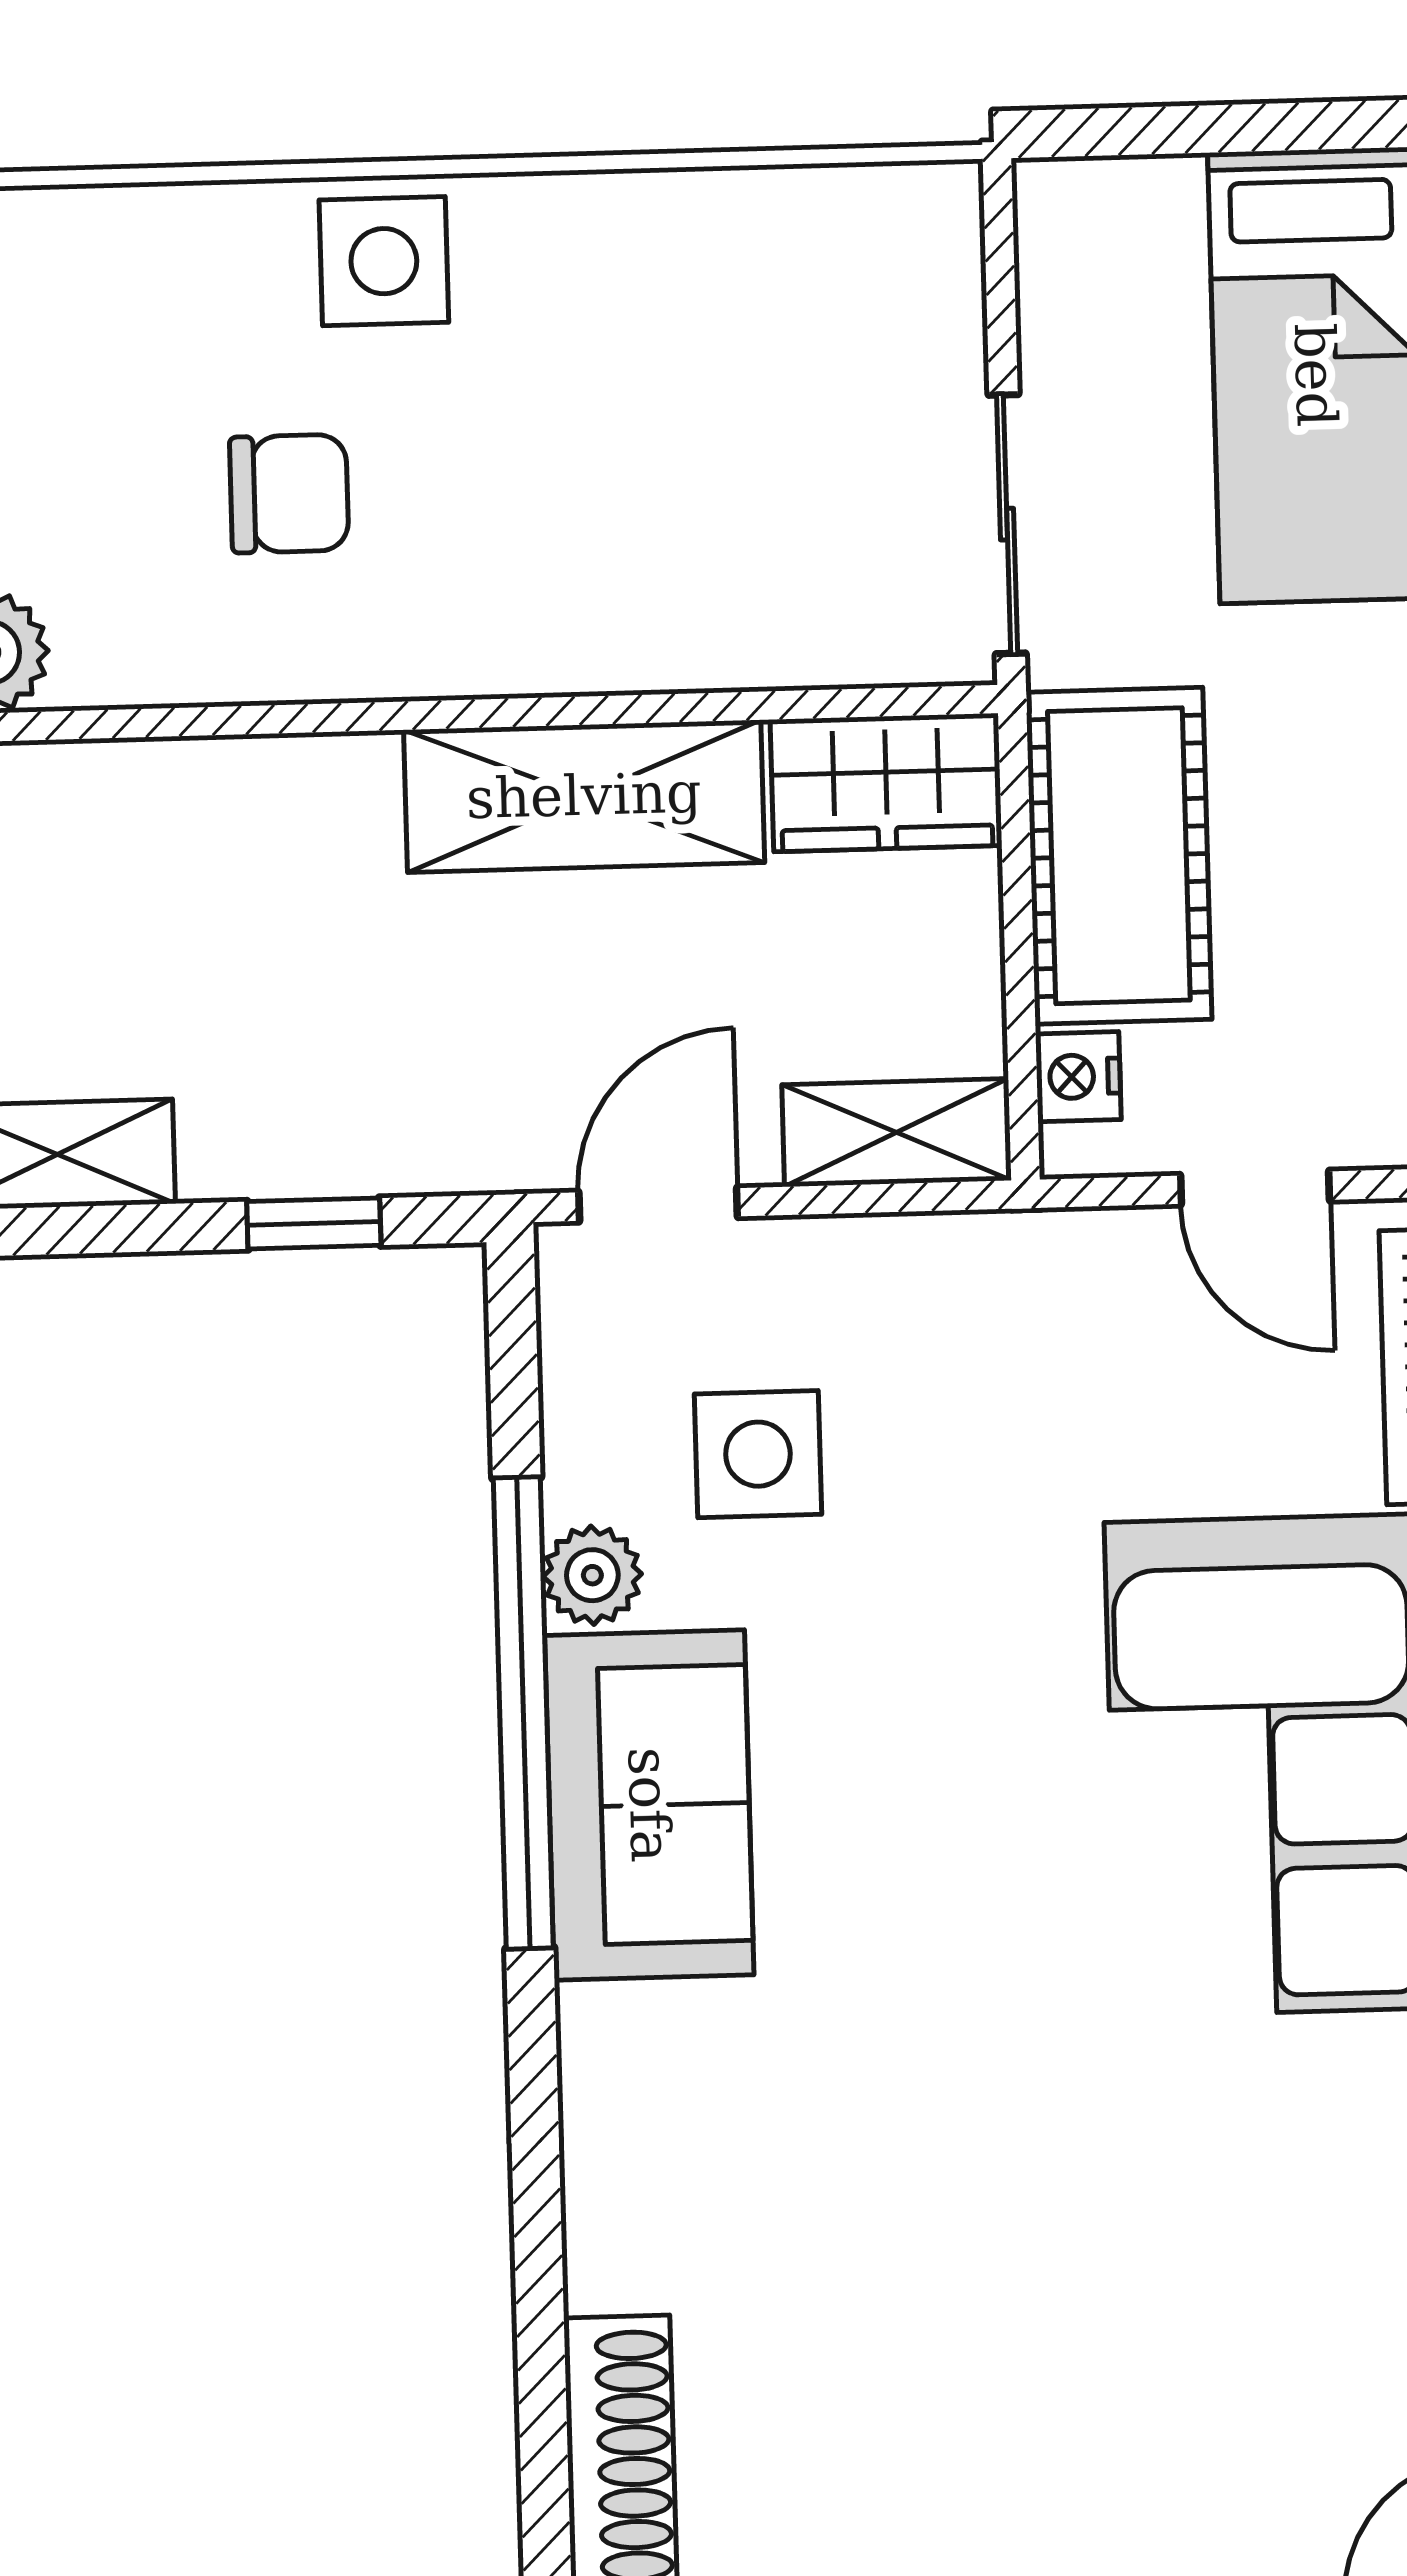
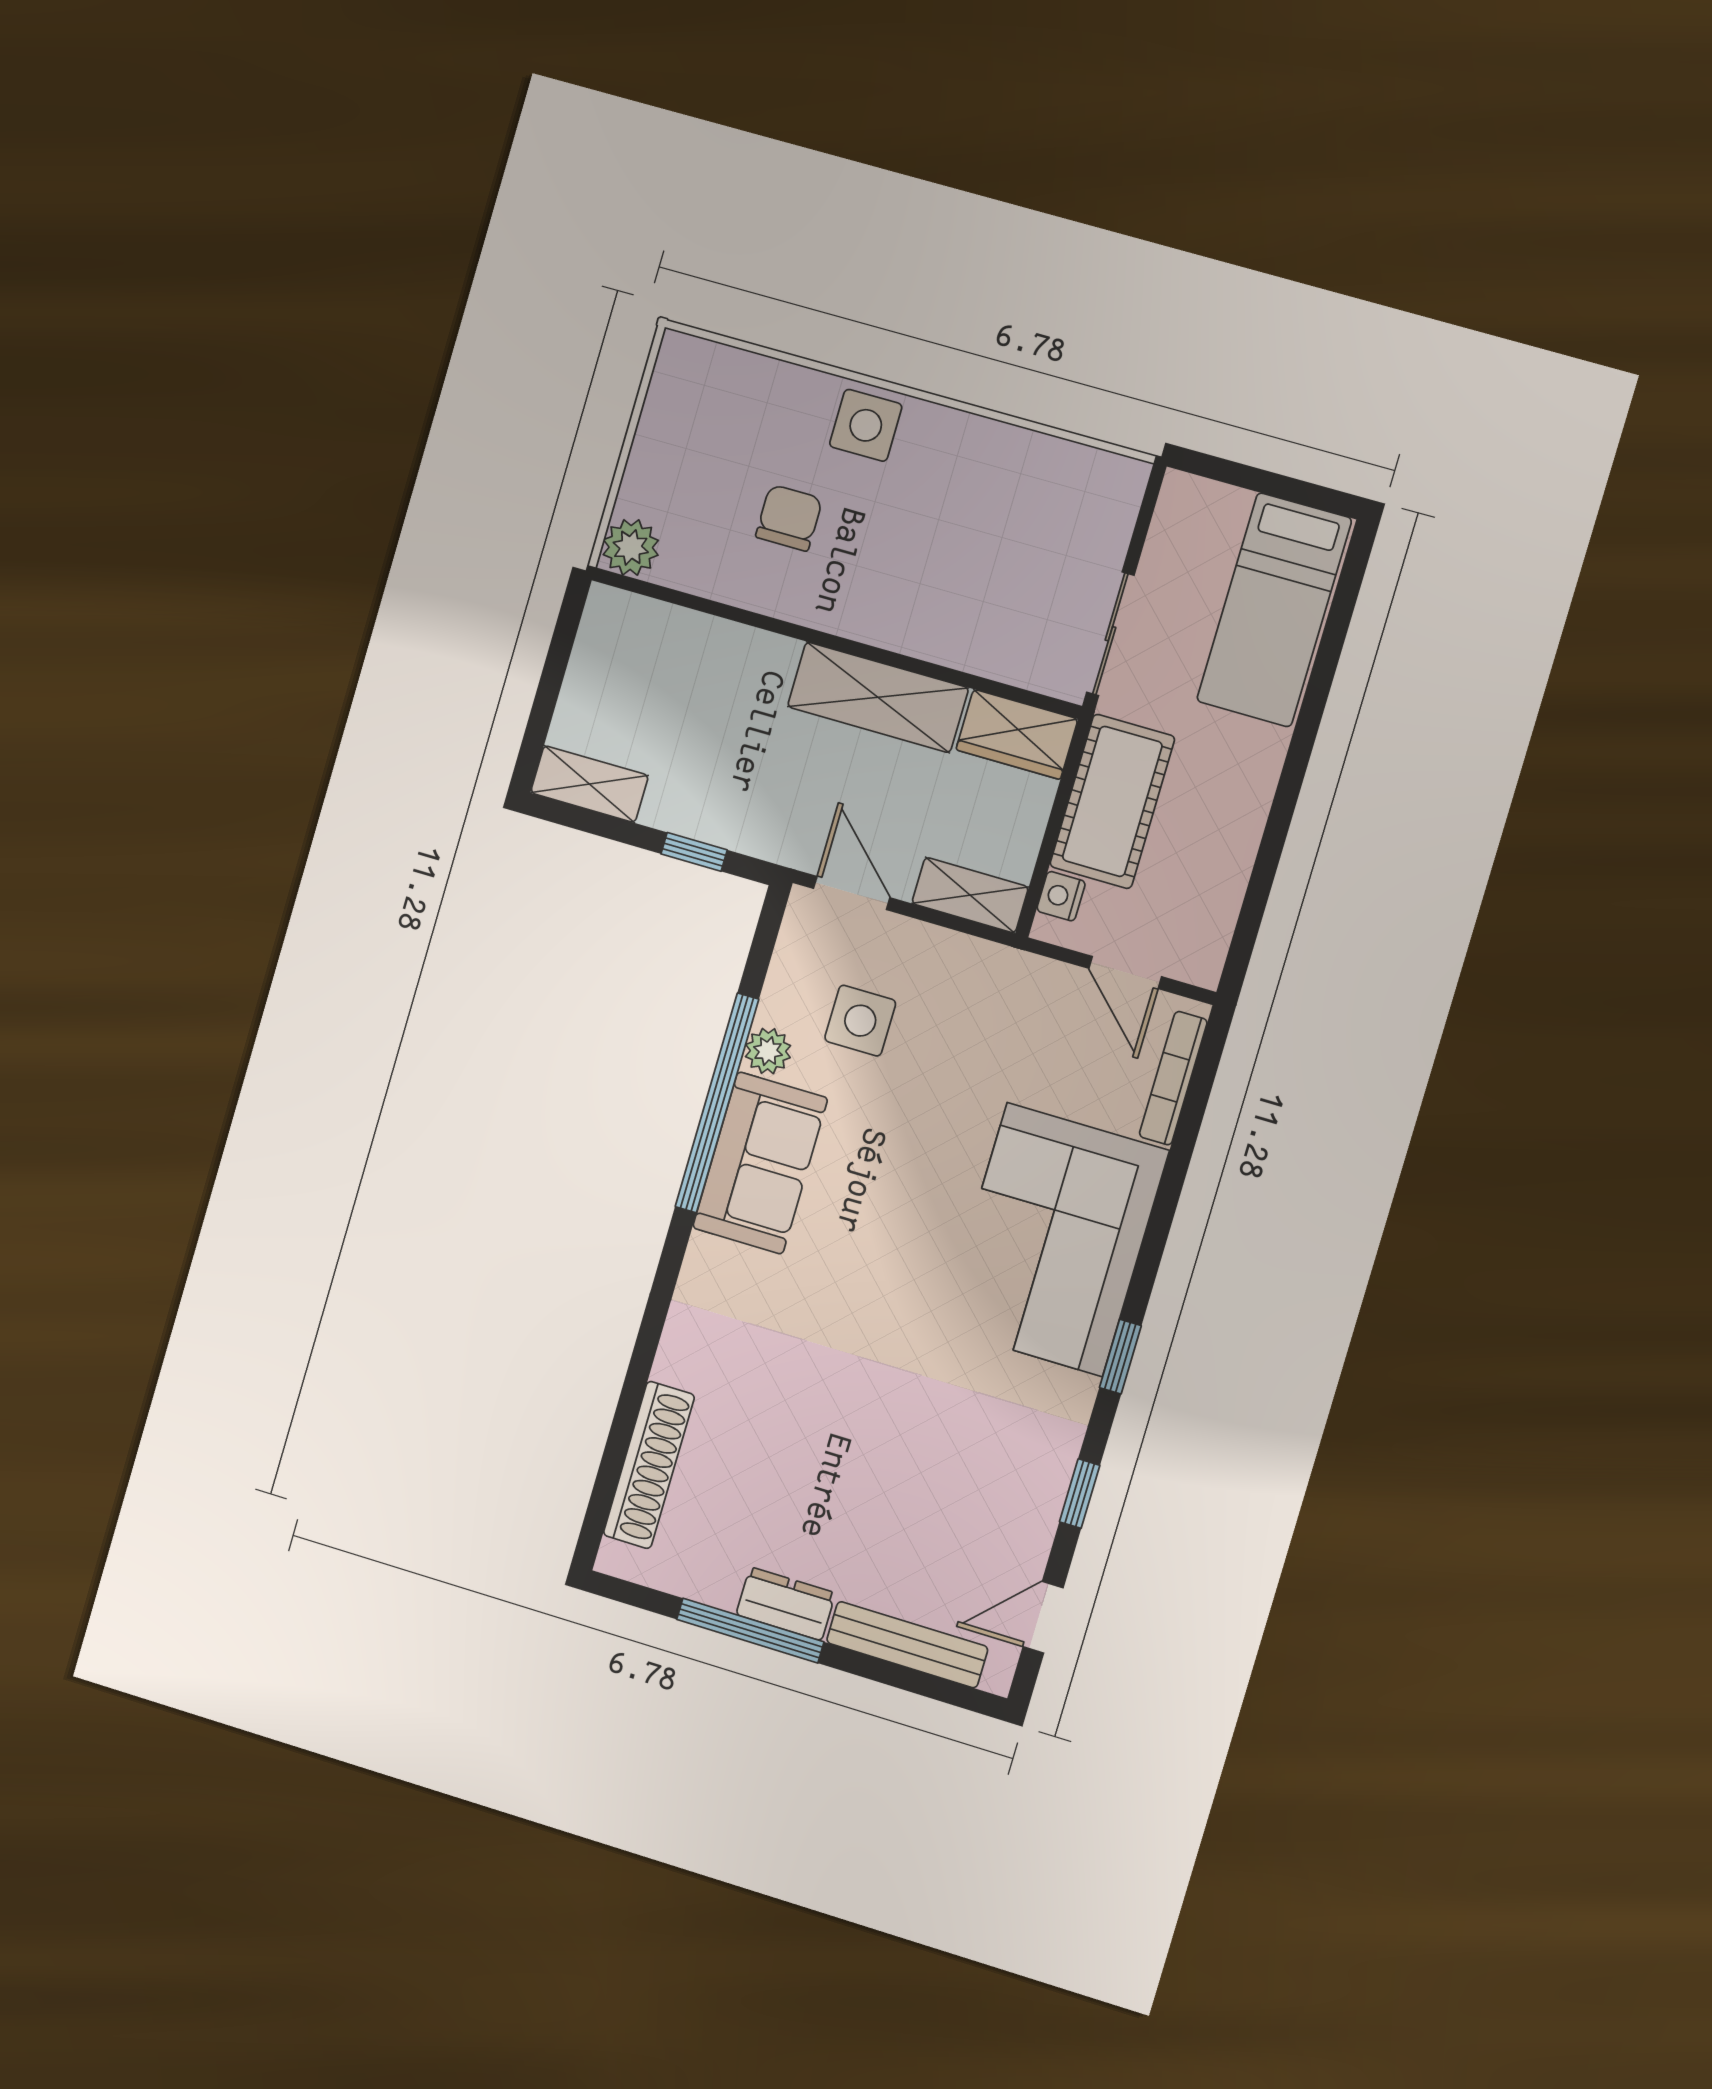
chair: (289, 494) -> (789, 518), turned -90
door: (658, 1204) -> (852, 893), hinge flipped

